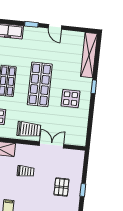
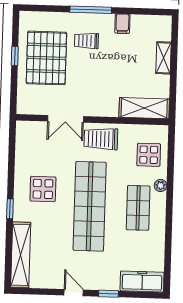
shop shelf: (40, 84) -> (90, 206), width x1.40
trolley: (26, 171) -> (86, 41), moved
pallet: (61, 187) -> (46, 58), width x2.05, depth x2.00

